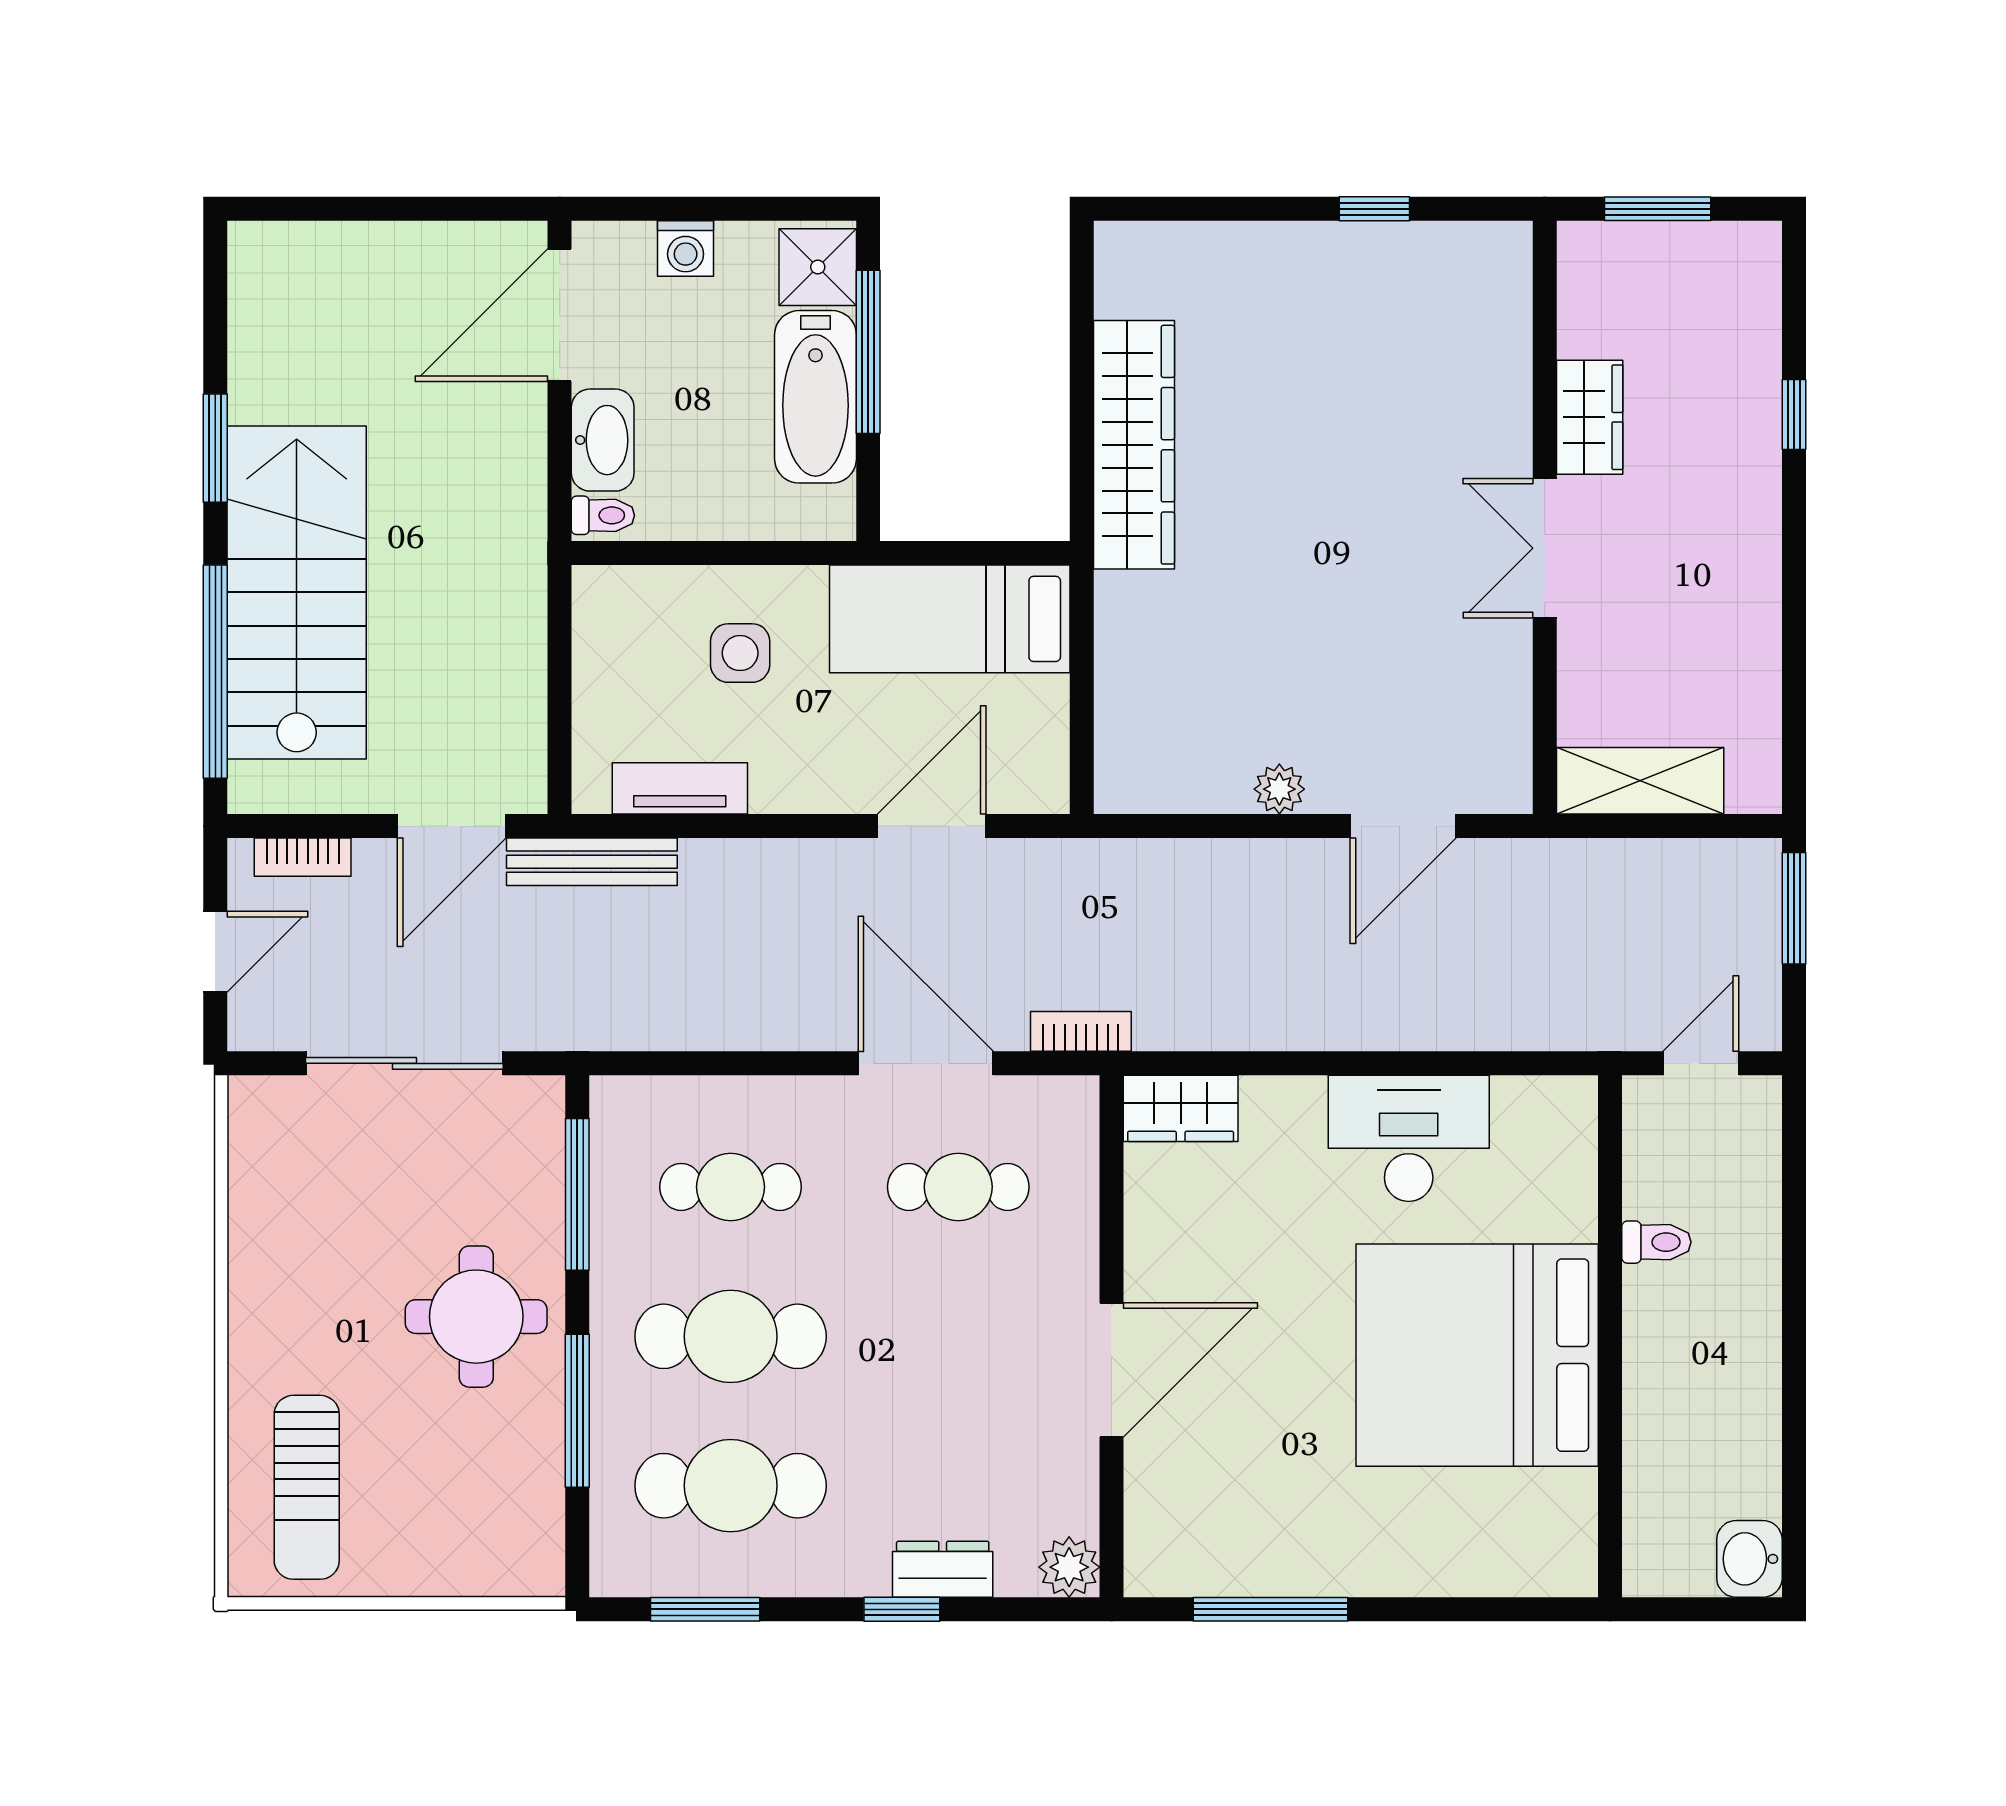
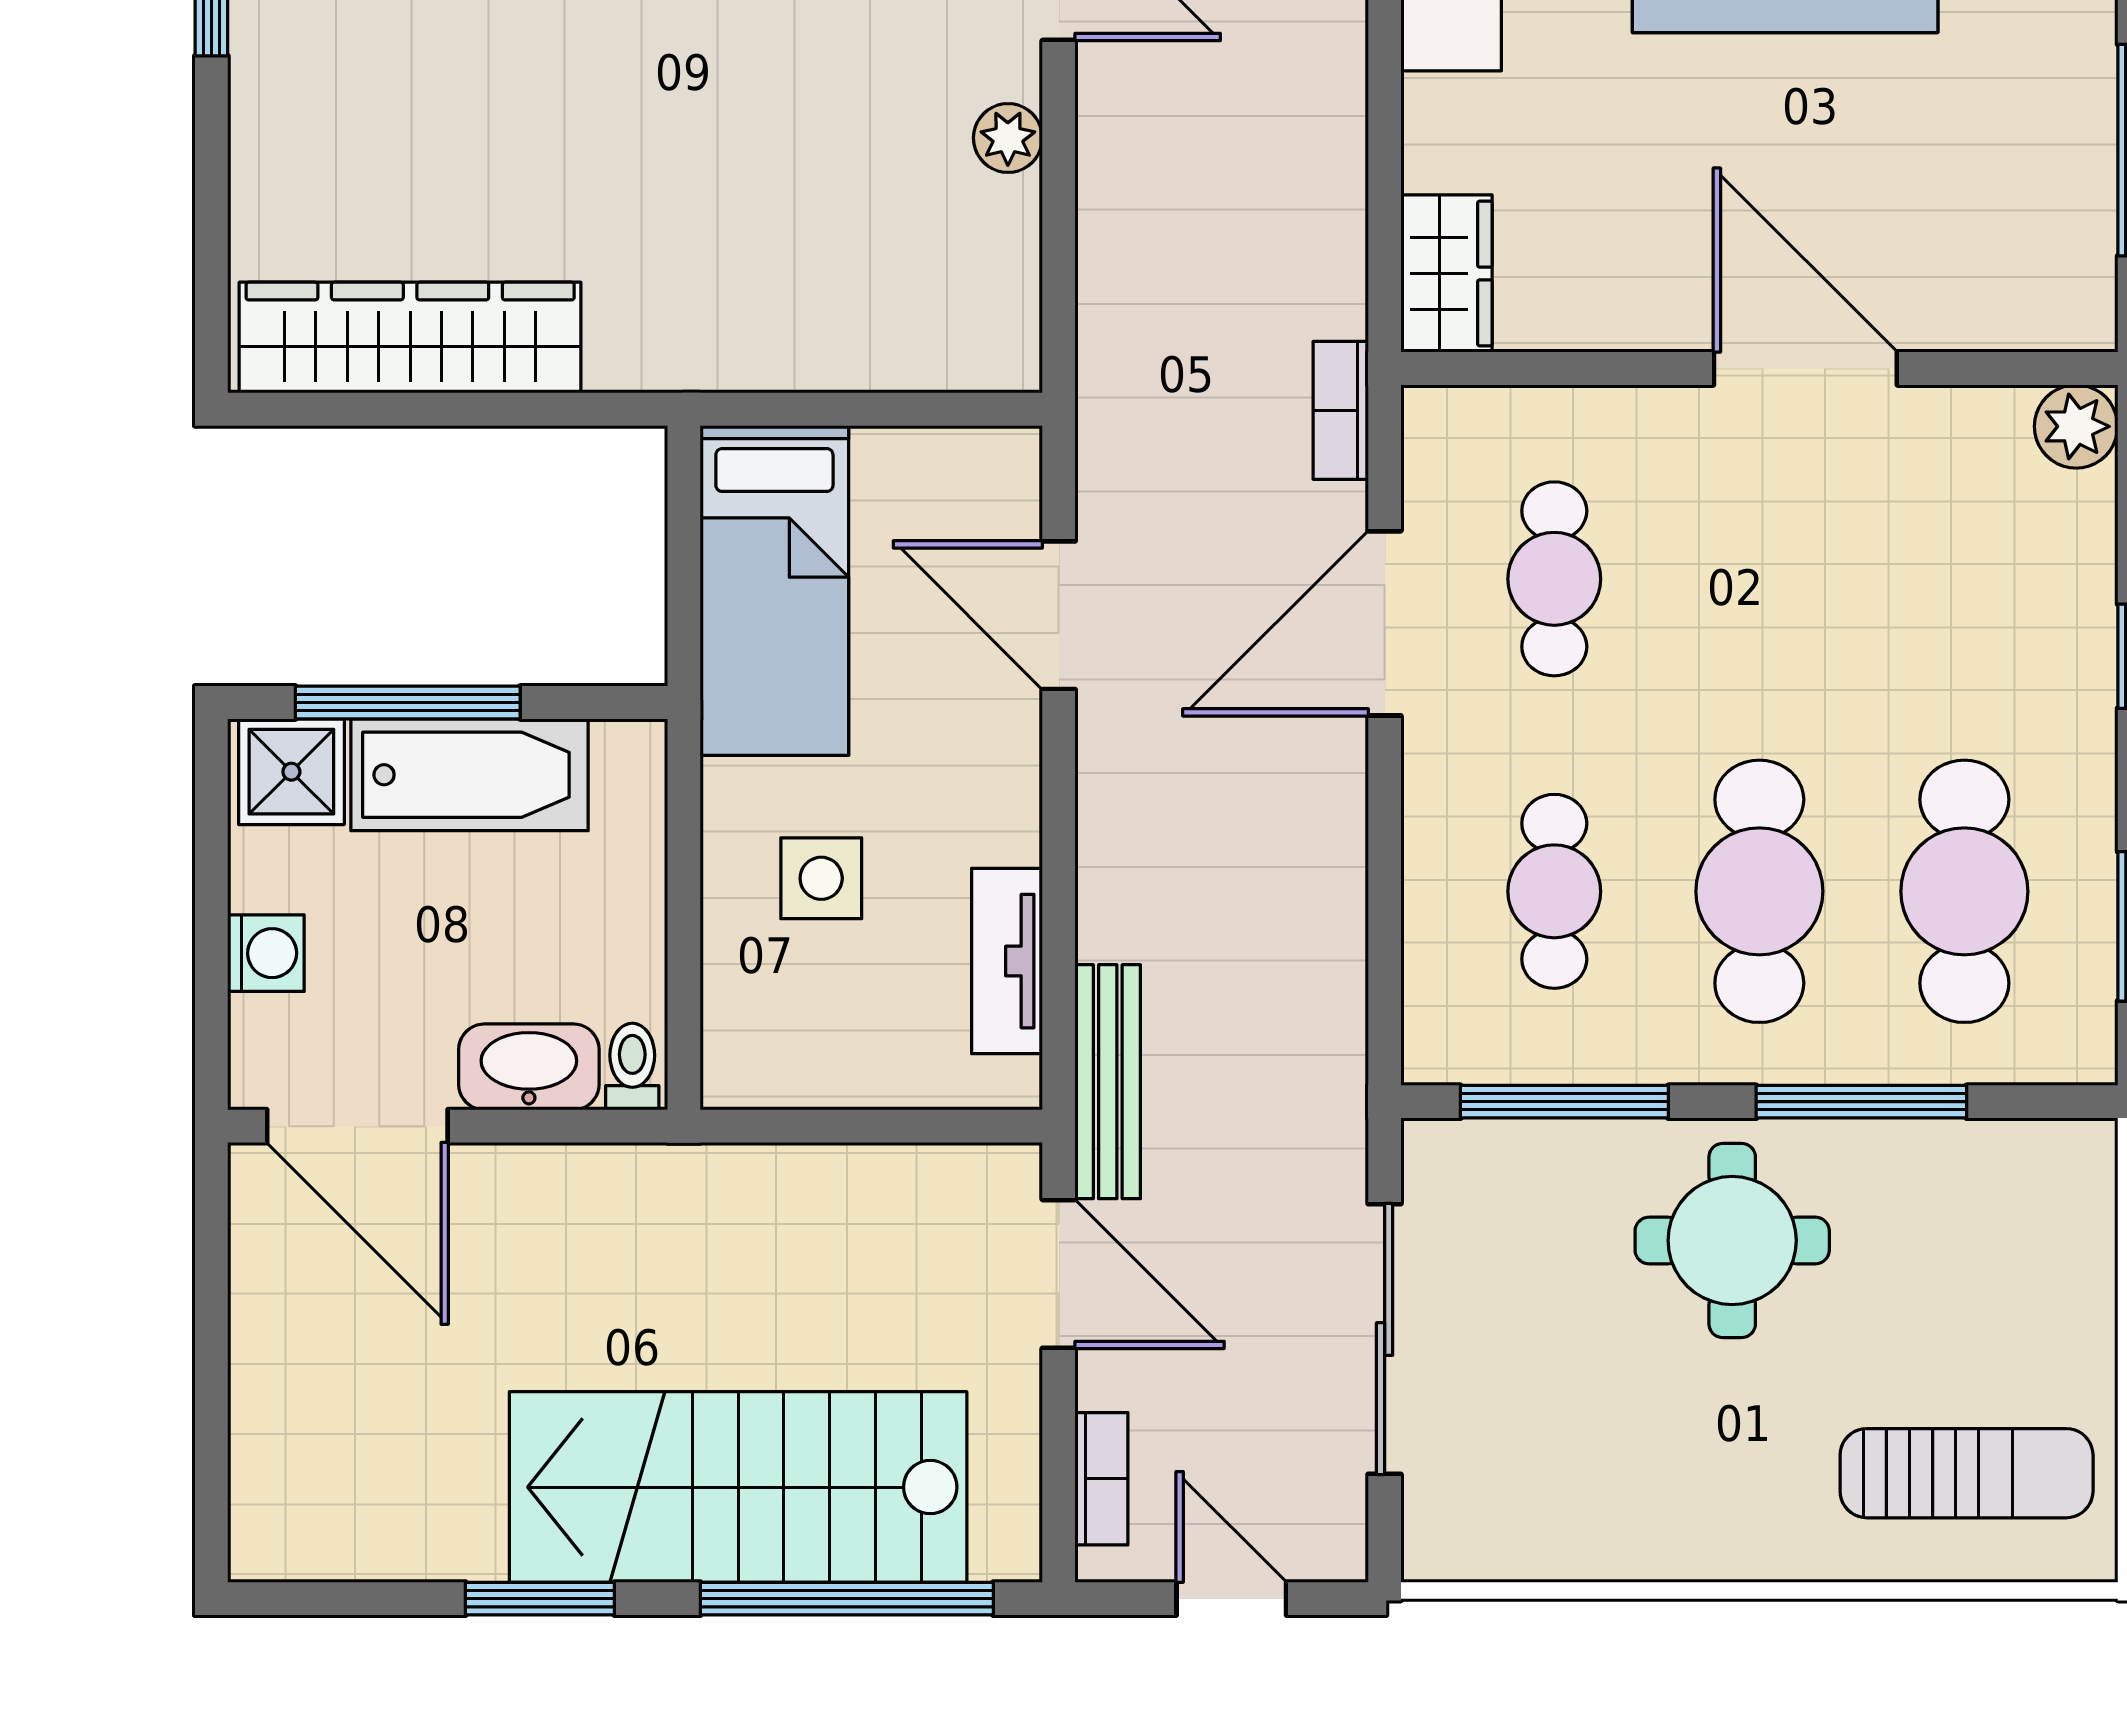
wardrobe: (1134, 445) -> (410, 338), moved
dresser: (943, 1569) -> (2079, 600), removed

